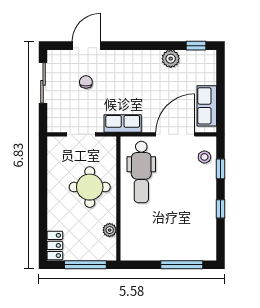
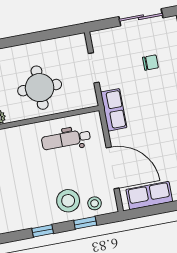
dental chair: (141, 172) -> (66, 139), width x0.73, depth x0.72
stool: (198, 181) -> (68, 201), added

